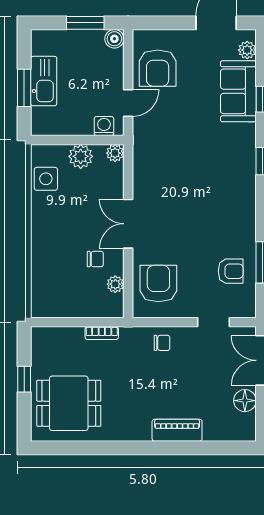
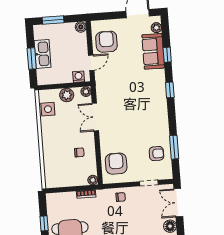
window: (85, 23) -> (53, 20), moved
armchair: (158, 68) -> (106, 42), turned 180
double door: (128, 224) -> (95, 117), moved
plant: (115, 284) -> (93, 180), moved

